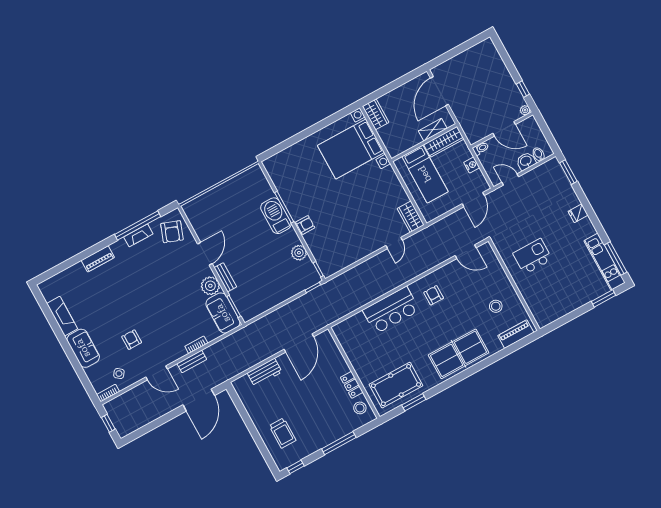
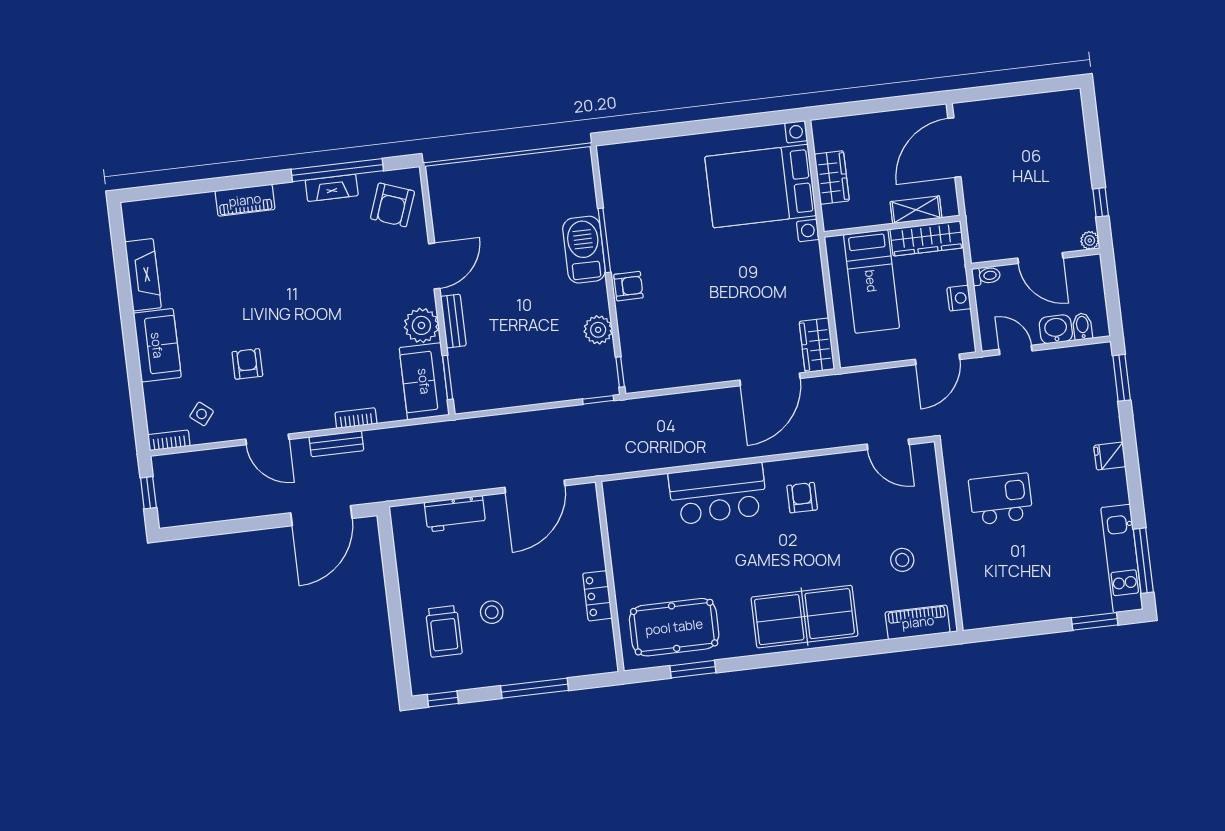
wardrobe: (376, 114) -> (832, 177), moved
door: (394, 243) -> (770, 379), width x1.88
stool: (360, 408) -> (492, 612), moved

